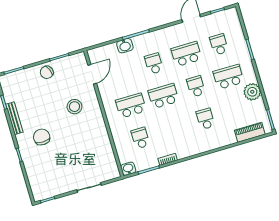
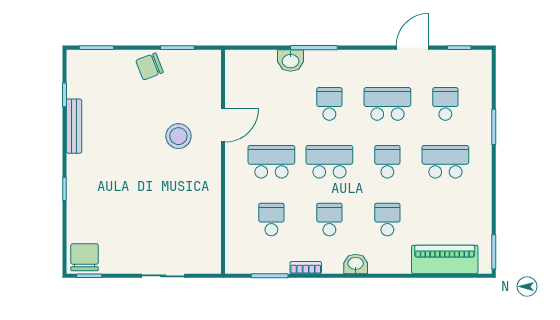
door: (92, 74) -> (223, 125), moved
plant: (252, 92) -> (477, 198), removed
school desk: (173, 128) -> (329, 219), added
piano: (250, 132) -> (445, 259), width x1.37, depth x1.33
chair: (42, 137) -> (85, 257), moved
washbasin: (128, 169) -> (356, 264), moved

